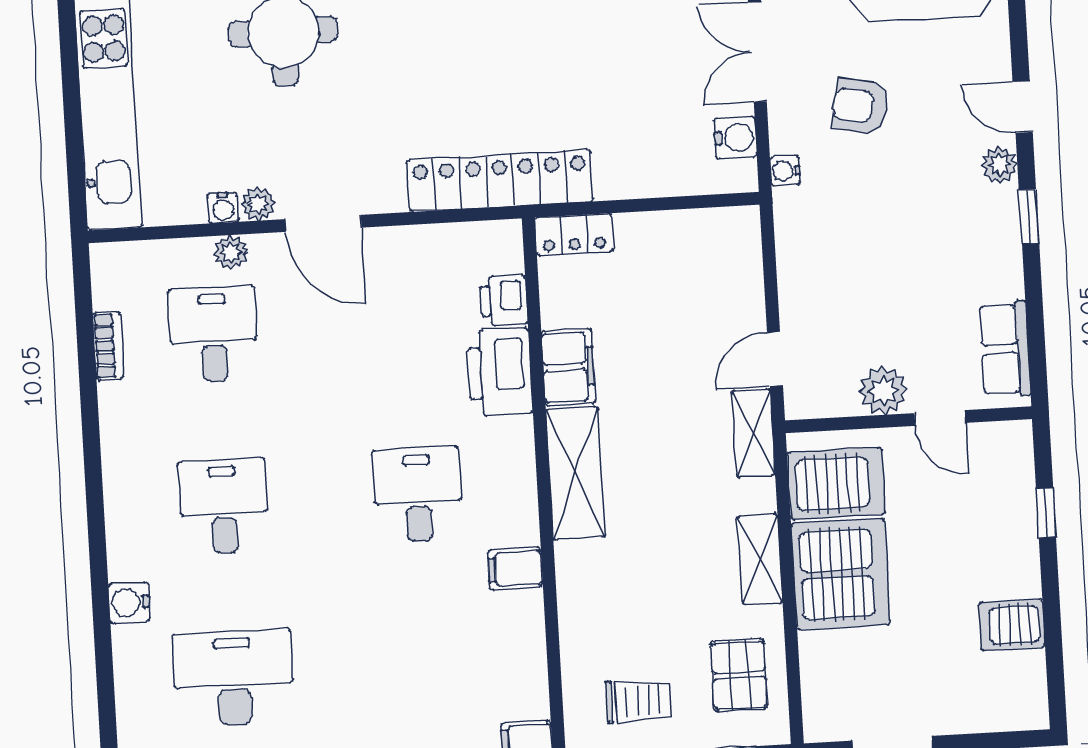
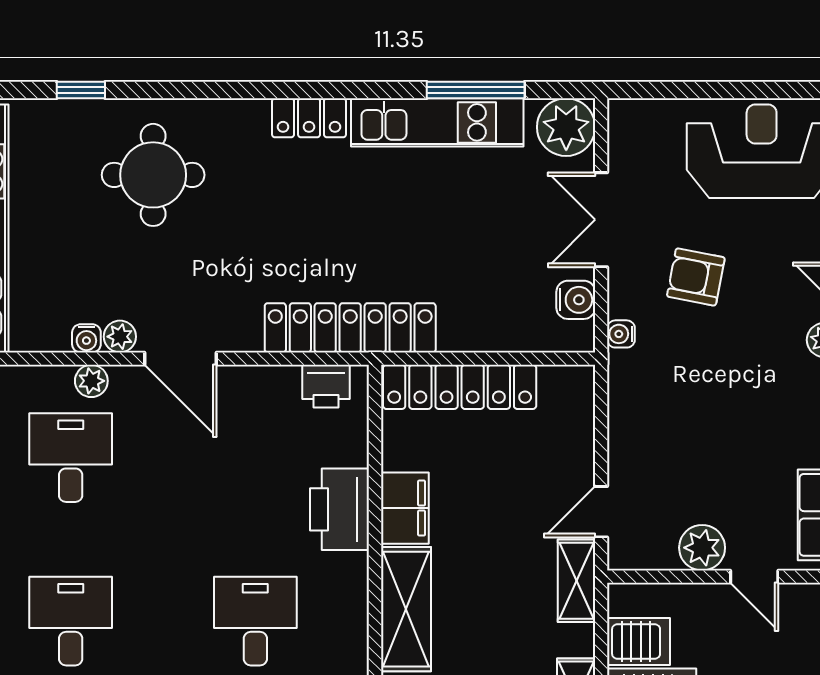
locker: (574, 235) -> (460, 387), width x2.16, depth x1.21
printer: (504, 300) -> (326, 386), moved, turned -90
server rack: (836, 483) -> (639, 641), width x0.73, depth x0.70

